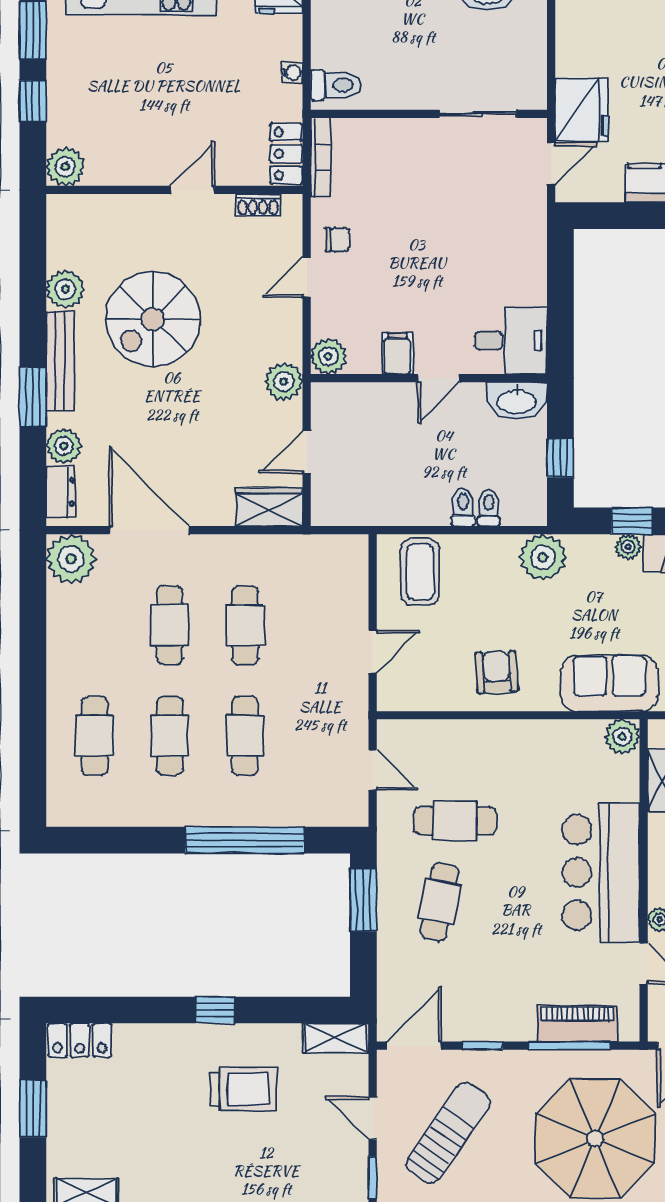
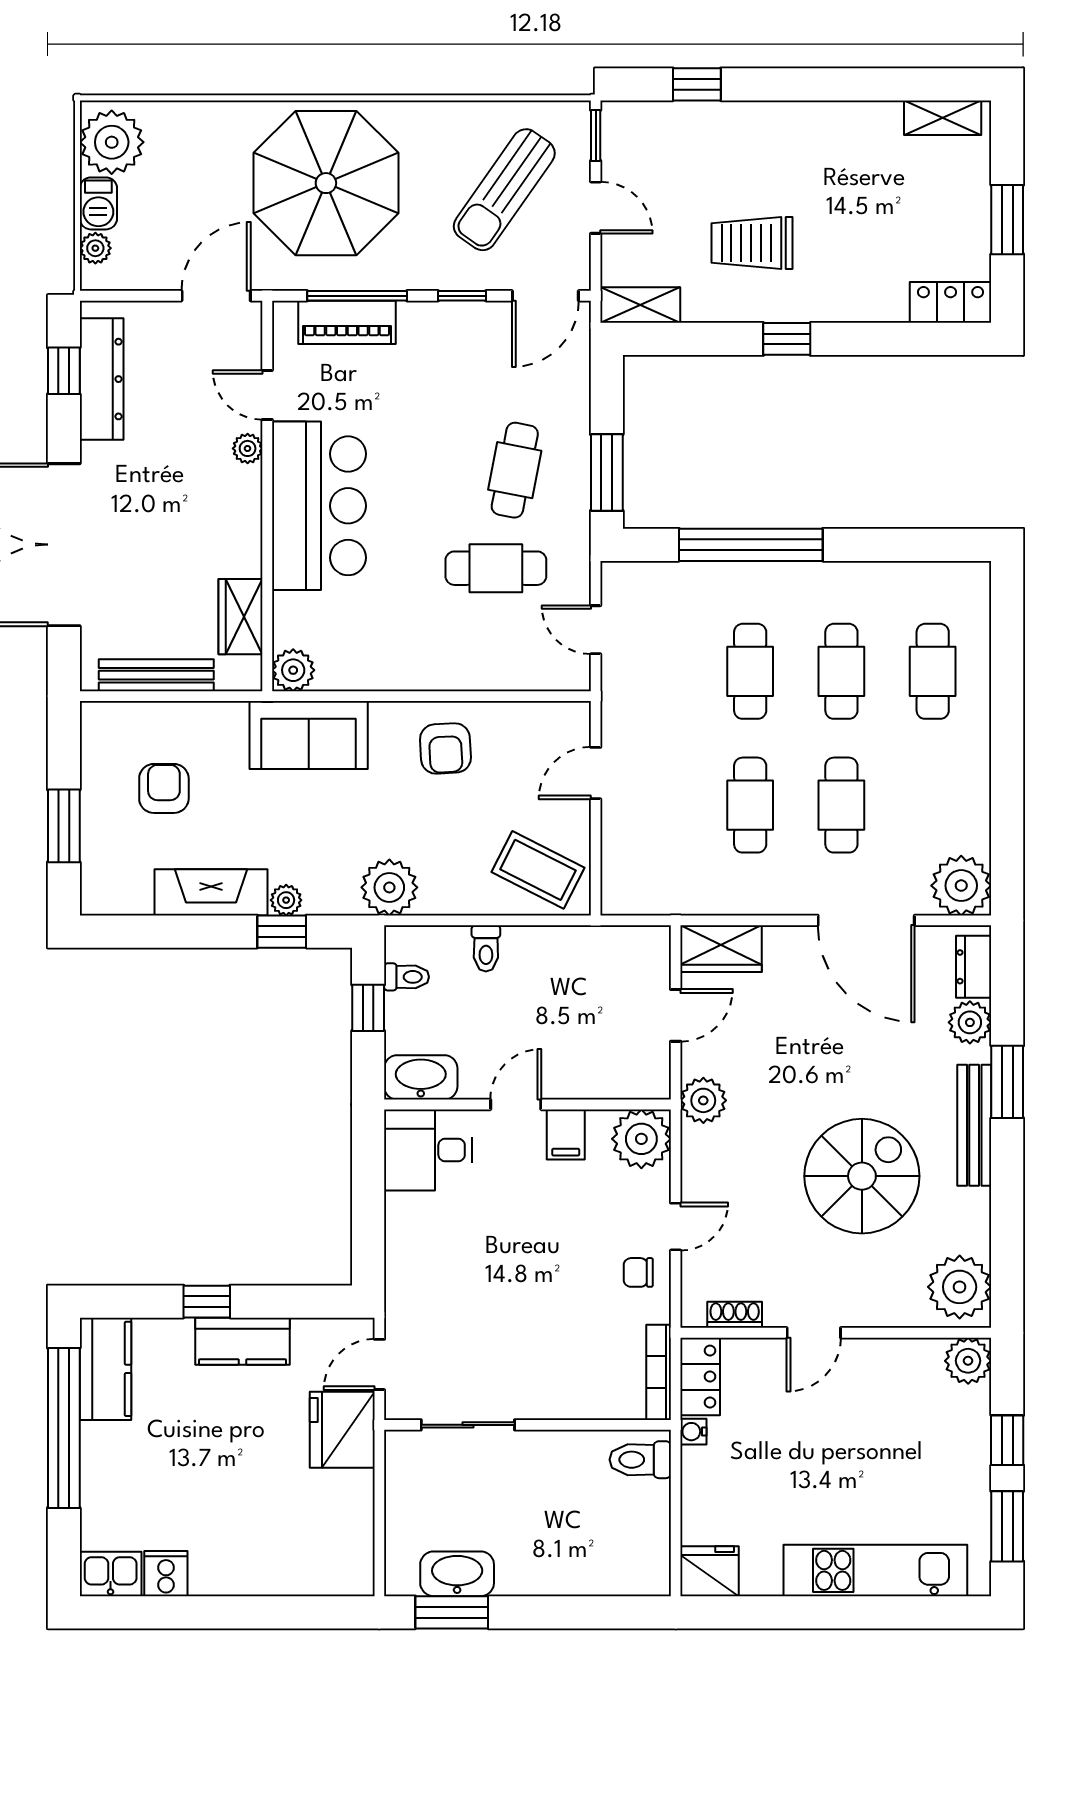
water cooler: (292, 73) -> (693, 1432), moved
plant: (65, 289) -> (960, 1287), moved, width x1.36, depth x1.36
plant: (328, 356) -> (641, 1139), width x1.36, depth x1.36
toilet: (489, 508) -> (406, 977), moved, turned -90
coffee table: (420, 572) -> (538, 870), turned -63

